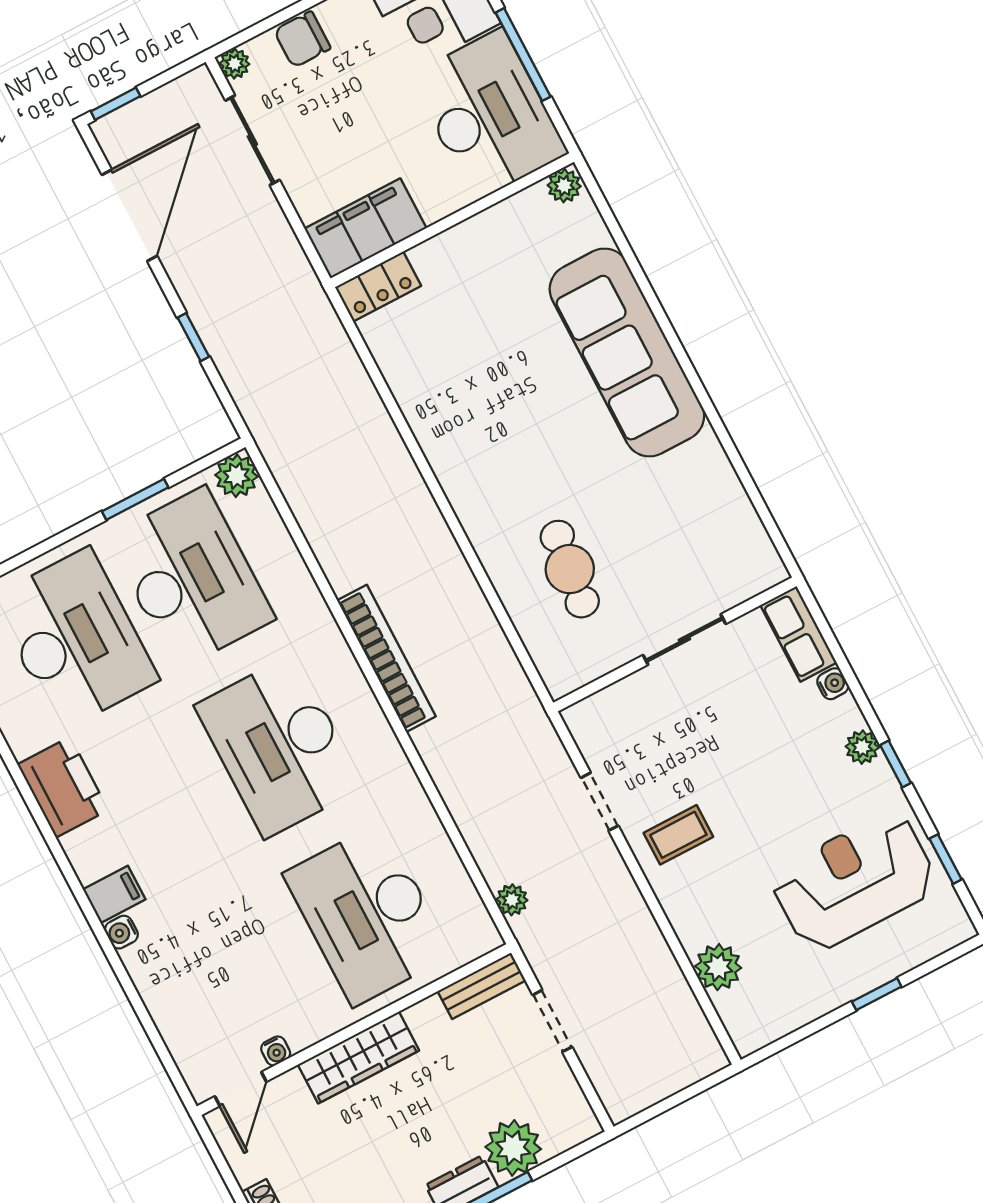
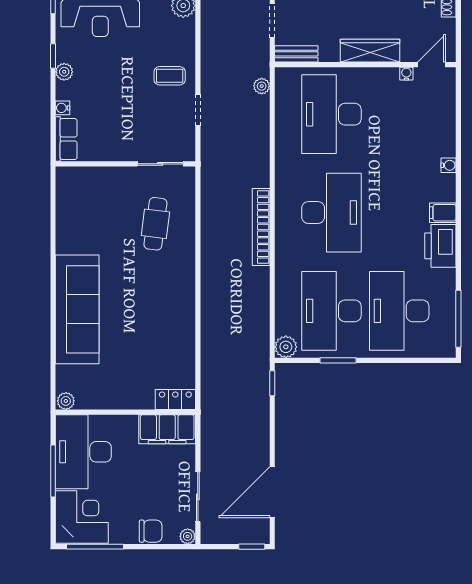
window: (193, 337) -> (272, 383), moved
sliding door: (684, 640) -> (160, 164), moved
filing cabinet: (114, 894) -> (443, 213), moved
desk: (367, 914) -> (331, 114), turned 180

